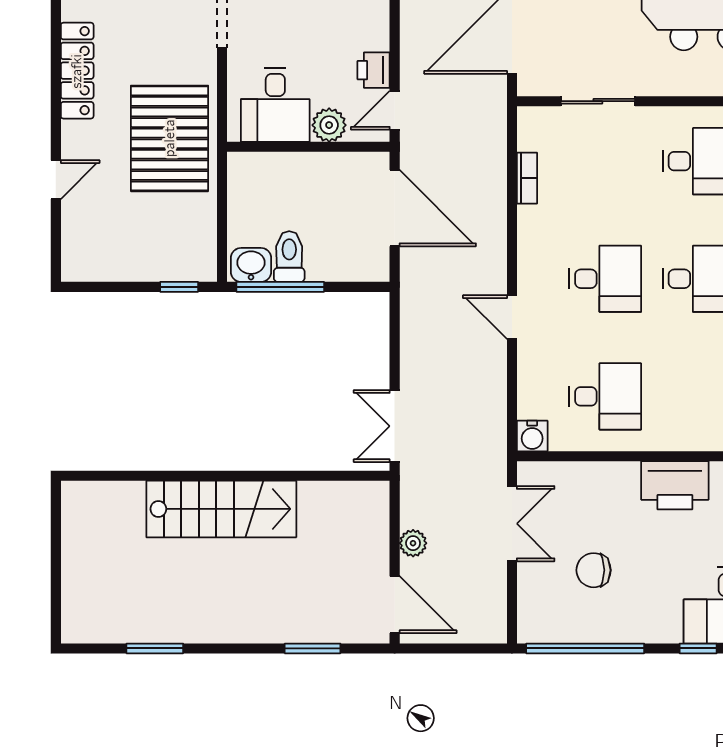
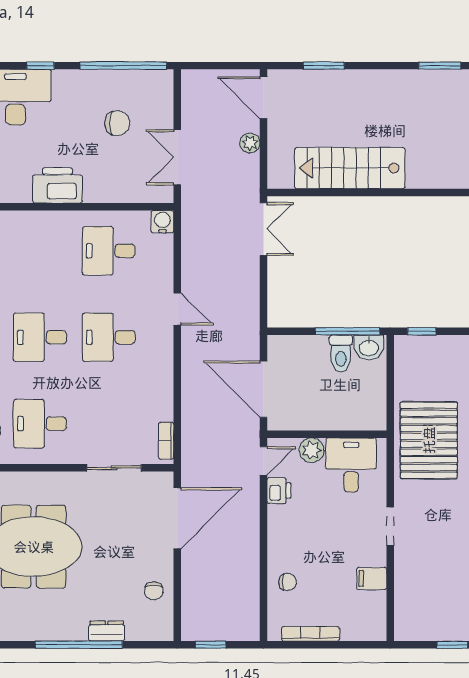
bookcase: (527, 178) -> (166, 441), moved
stairs: (221, 509) -> (350, 168), moved

